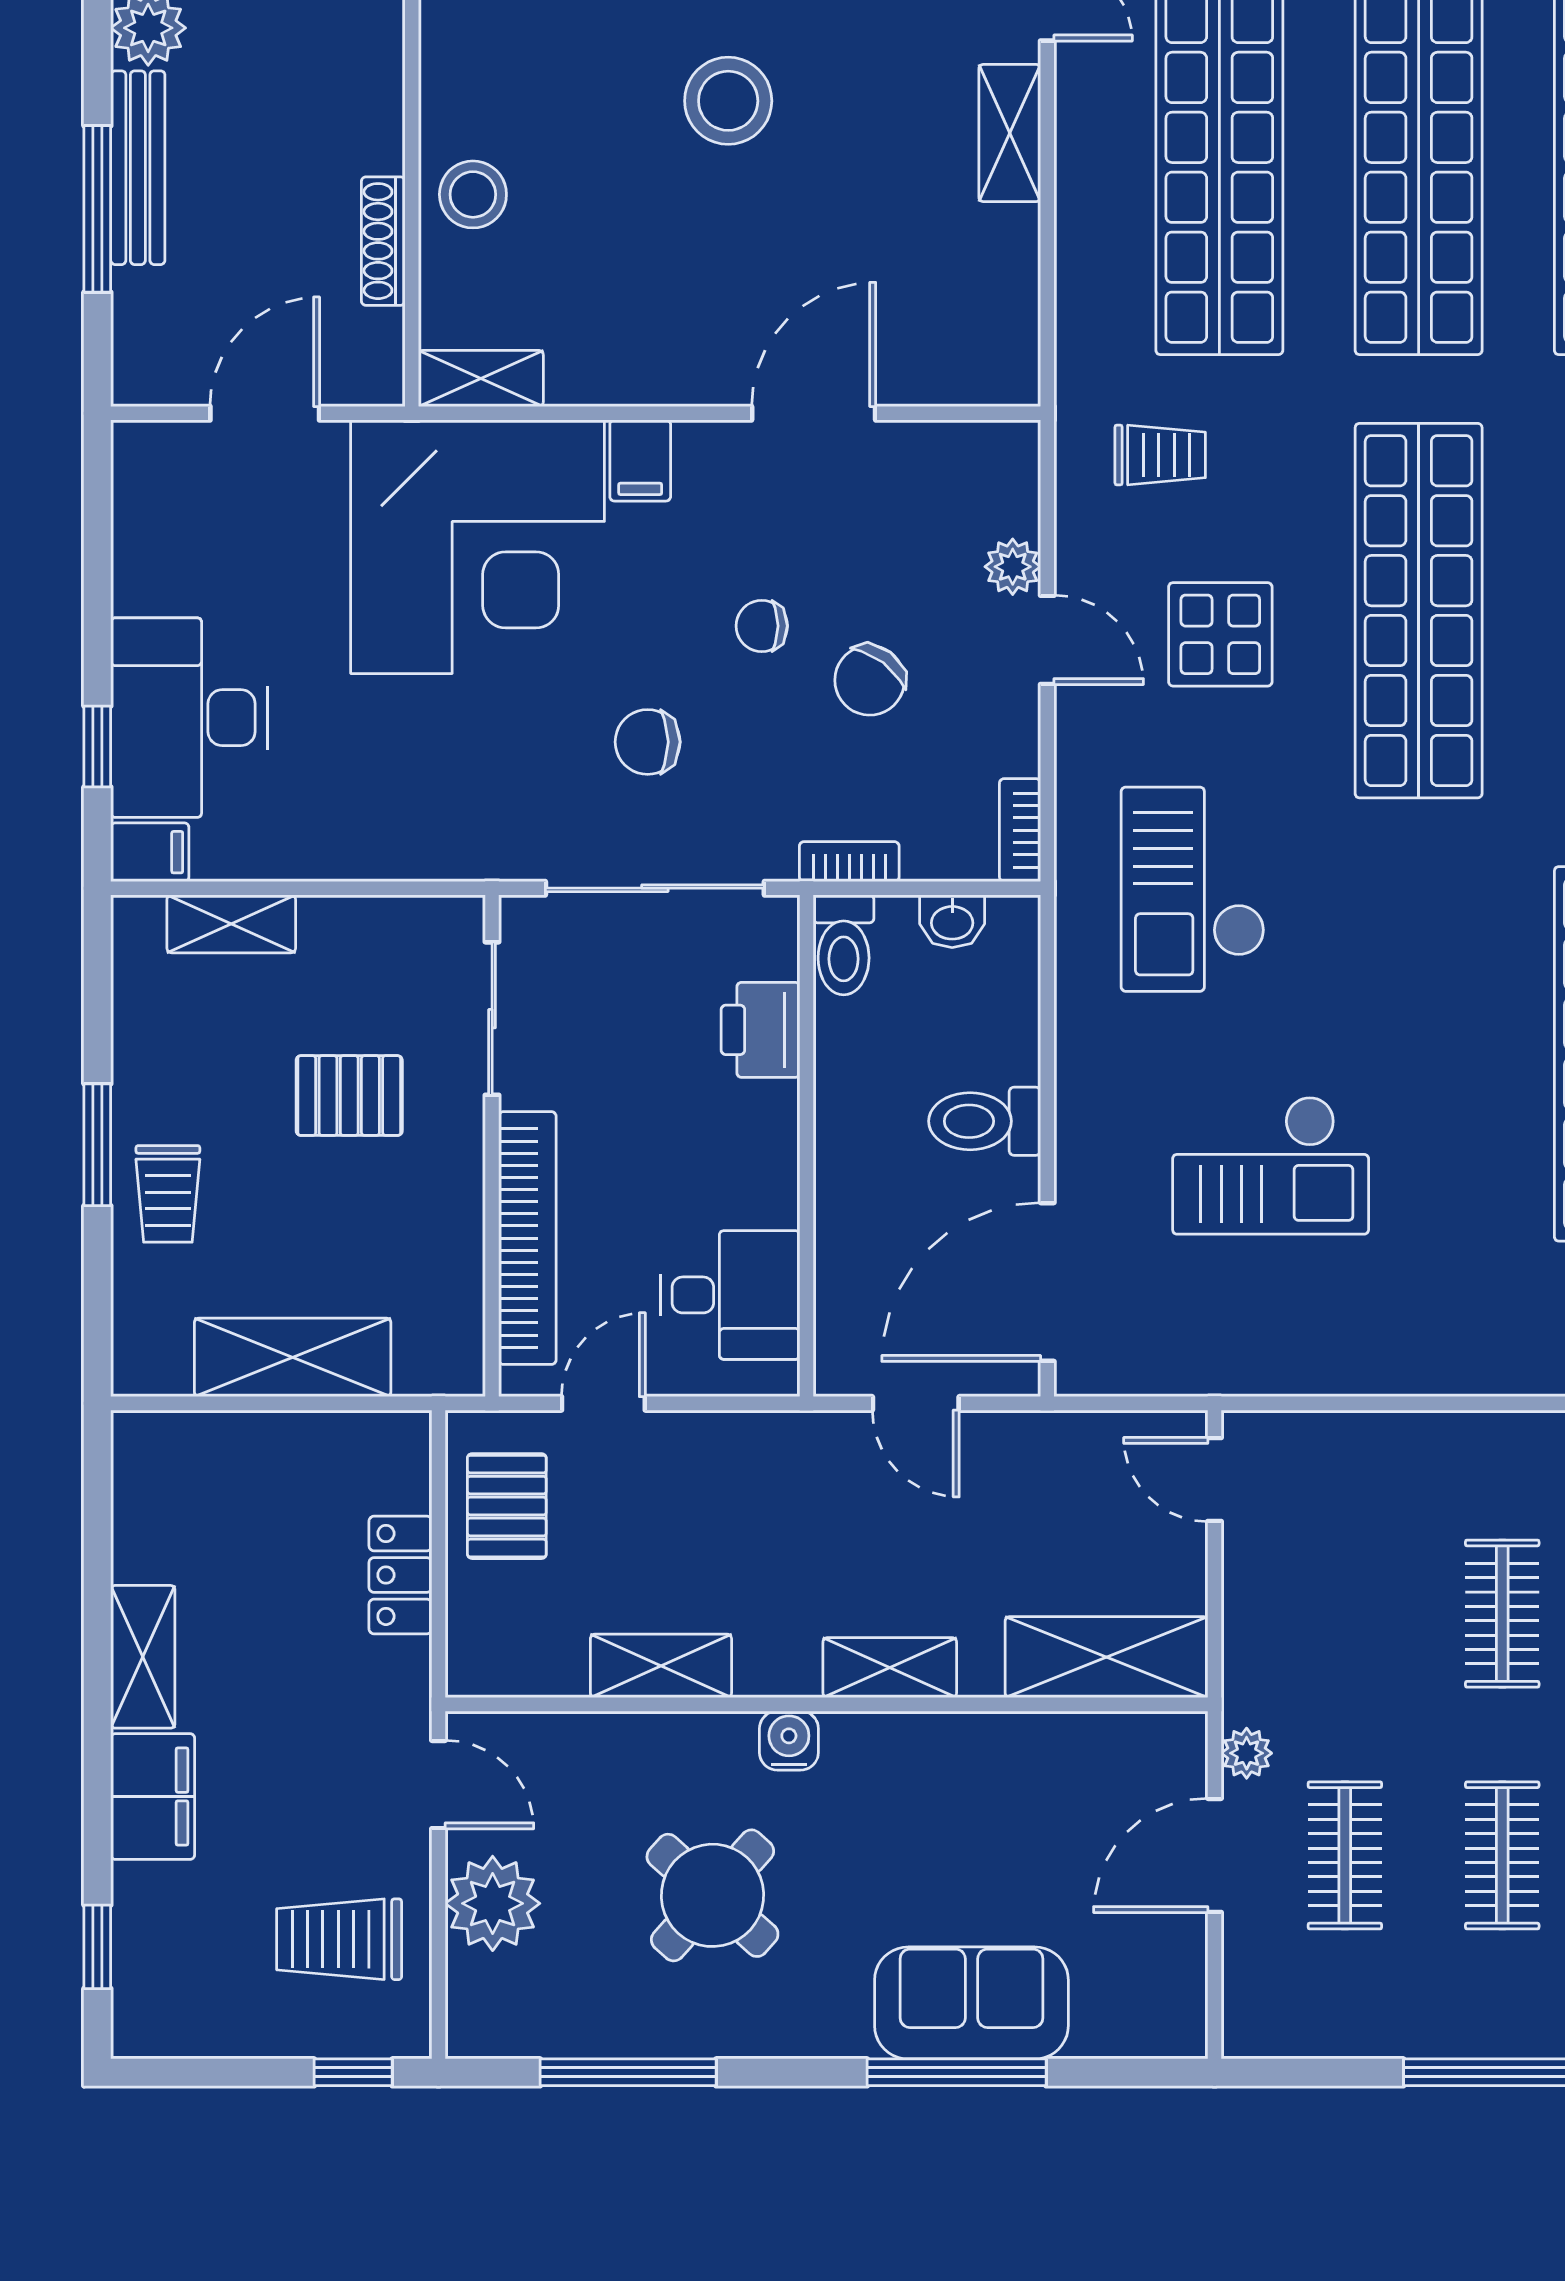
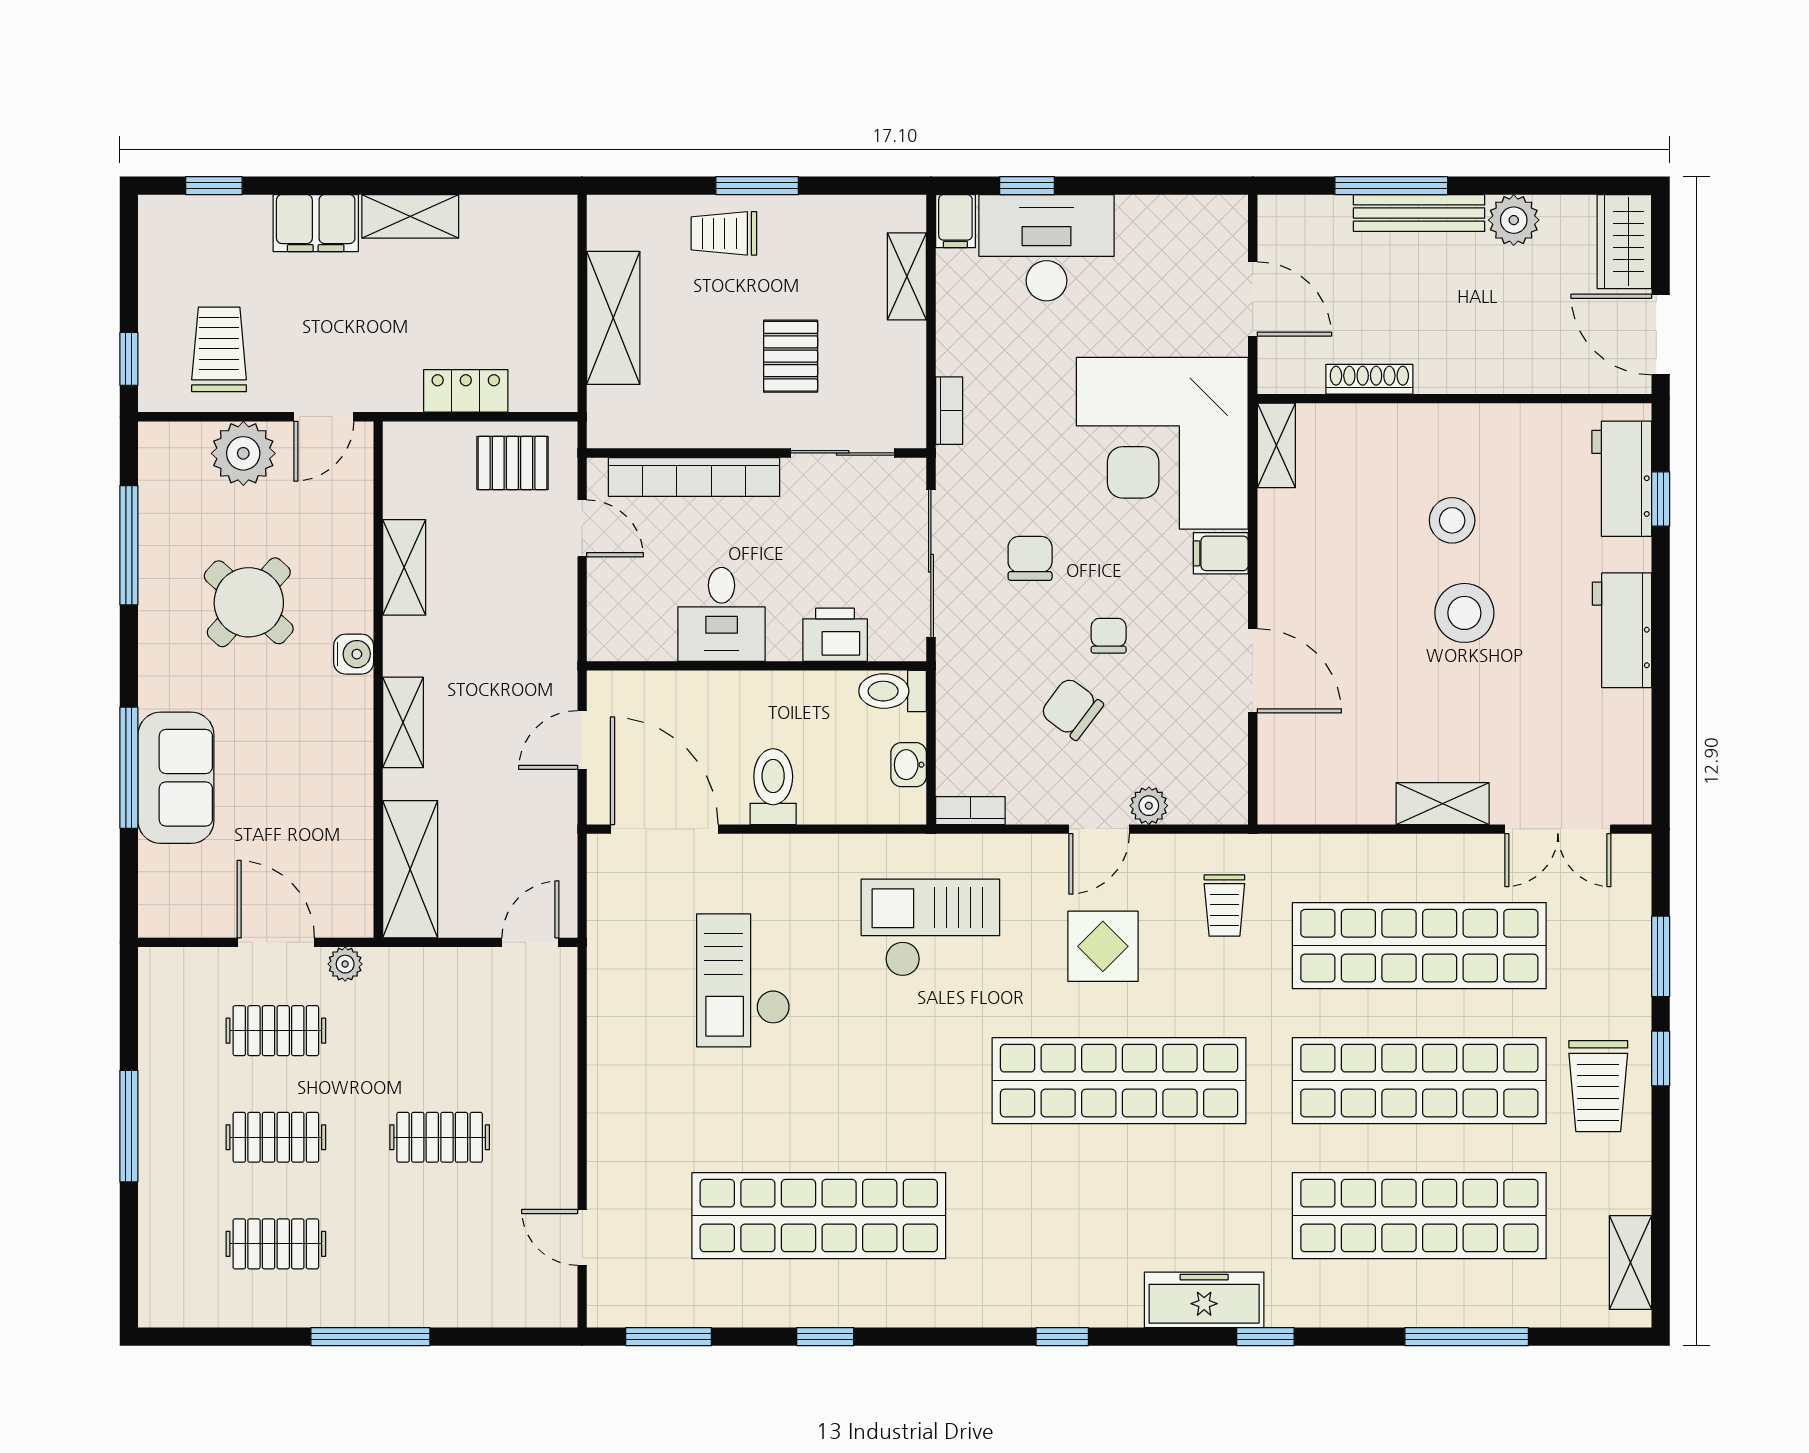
stool: (473, 194) -> (1452, 520), moved
bookcase: (849, 862) -> (949, 411), moved
desk: (730, 1295) -> (722, 614), moved

